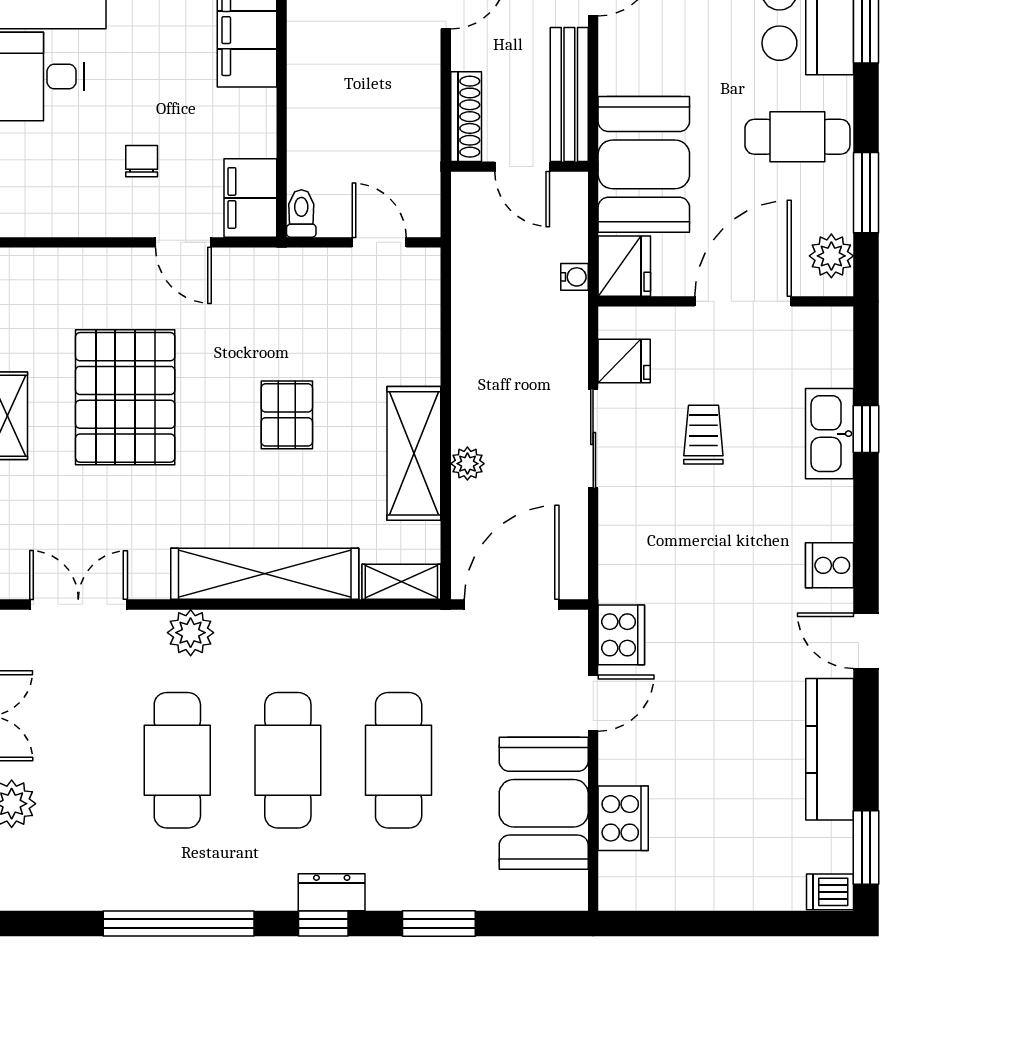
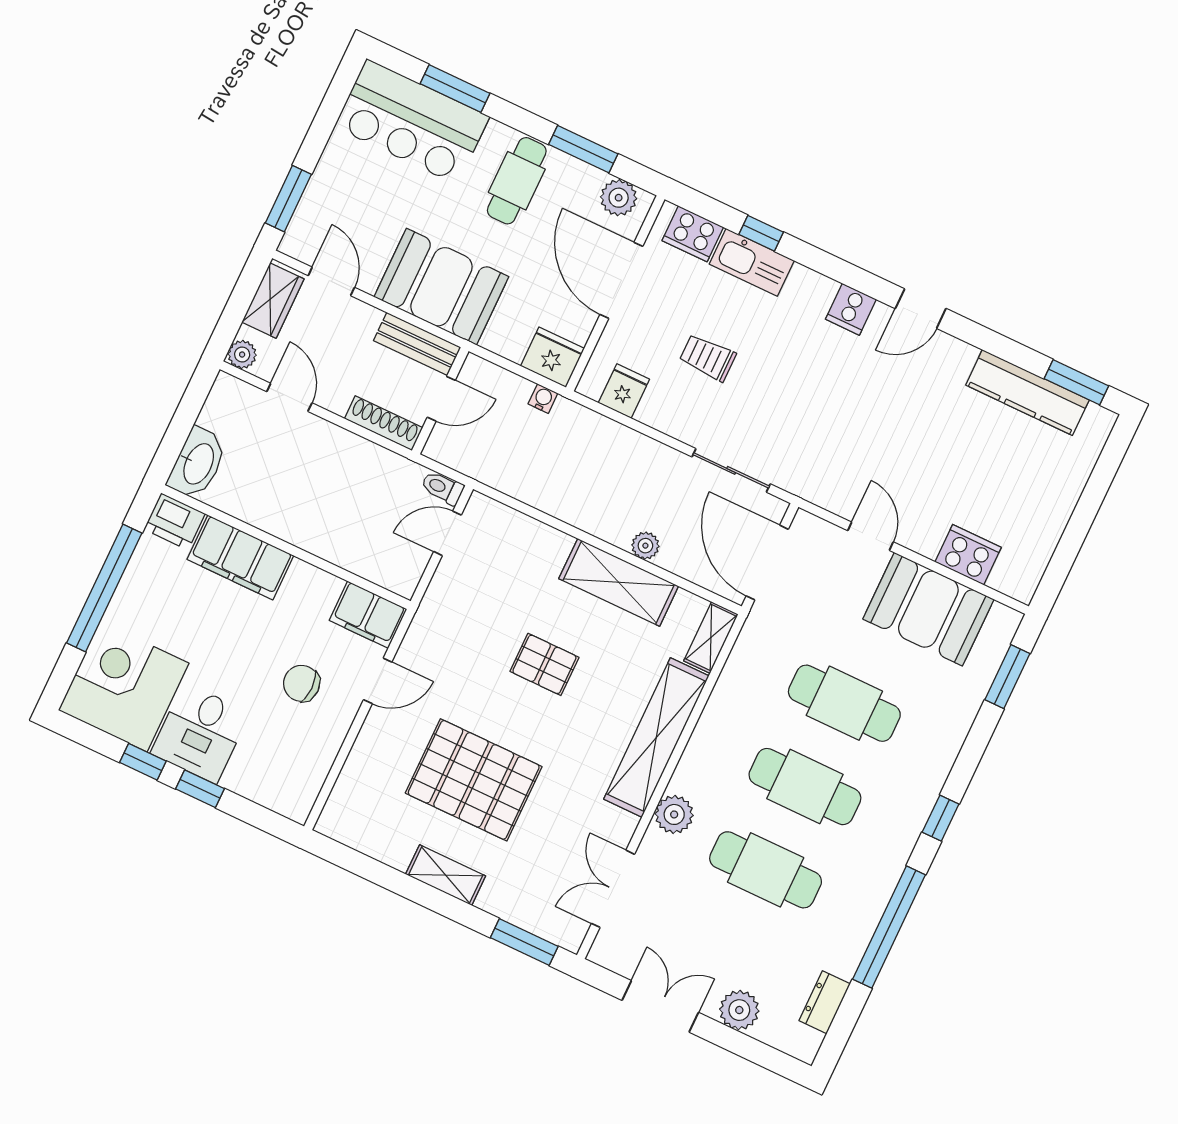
bench: (569, 94) -> (417, 344), width x0.73
chair: (142, 161) -> (302, 683), width x1.37, depth x1.37
booth: (644, 164) -> (441, 287), moved
toilet: (301, 214) -> (442, 488), moved
sliding door: (593, 438) -> (731, 470), moved
cooker: (621, 635) -> (693, 234), moved, turned 180
kitchen counter: (830, 749) -> (1027, 392), moved
dresser: (332, 892) -> (825, 1002), moved
dishwasher: (830, 892) -> (1097, 425), removed
window: (439, 924) -> (1007, 677), moved

